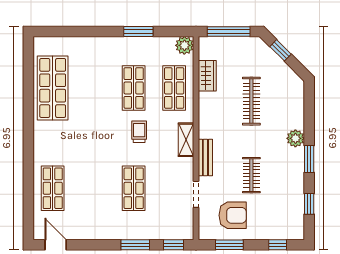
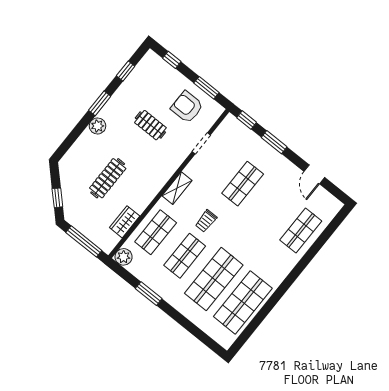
shop shelf: (93, 88) -> (214, 279), added
bench: (205, 158) -> (173, 164), removed
clothes rail: (251, 175) -> (150, 125), turned 90
door: (56, 245) -> (314, 174), moved

